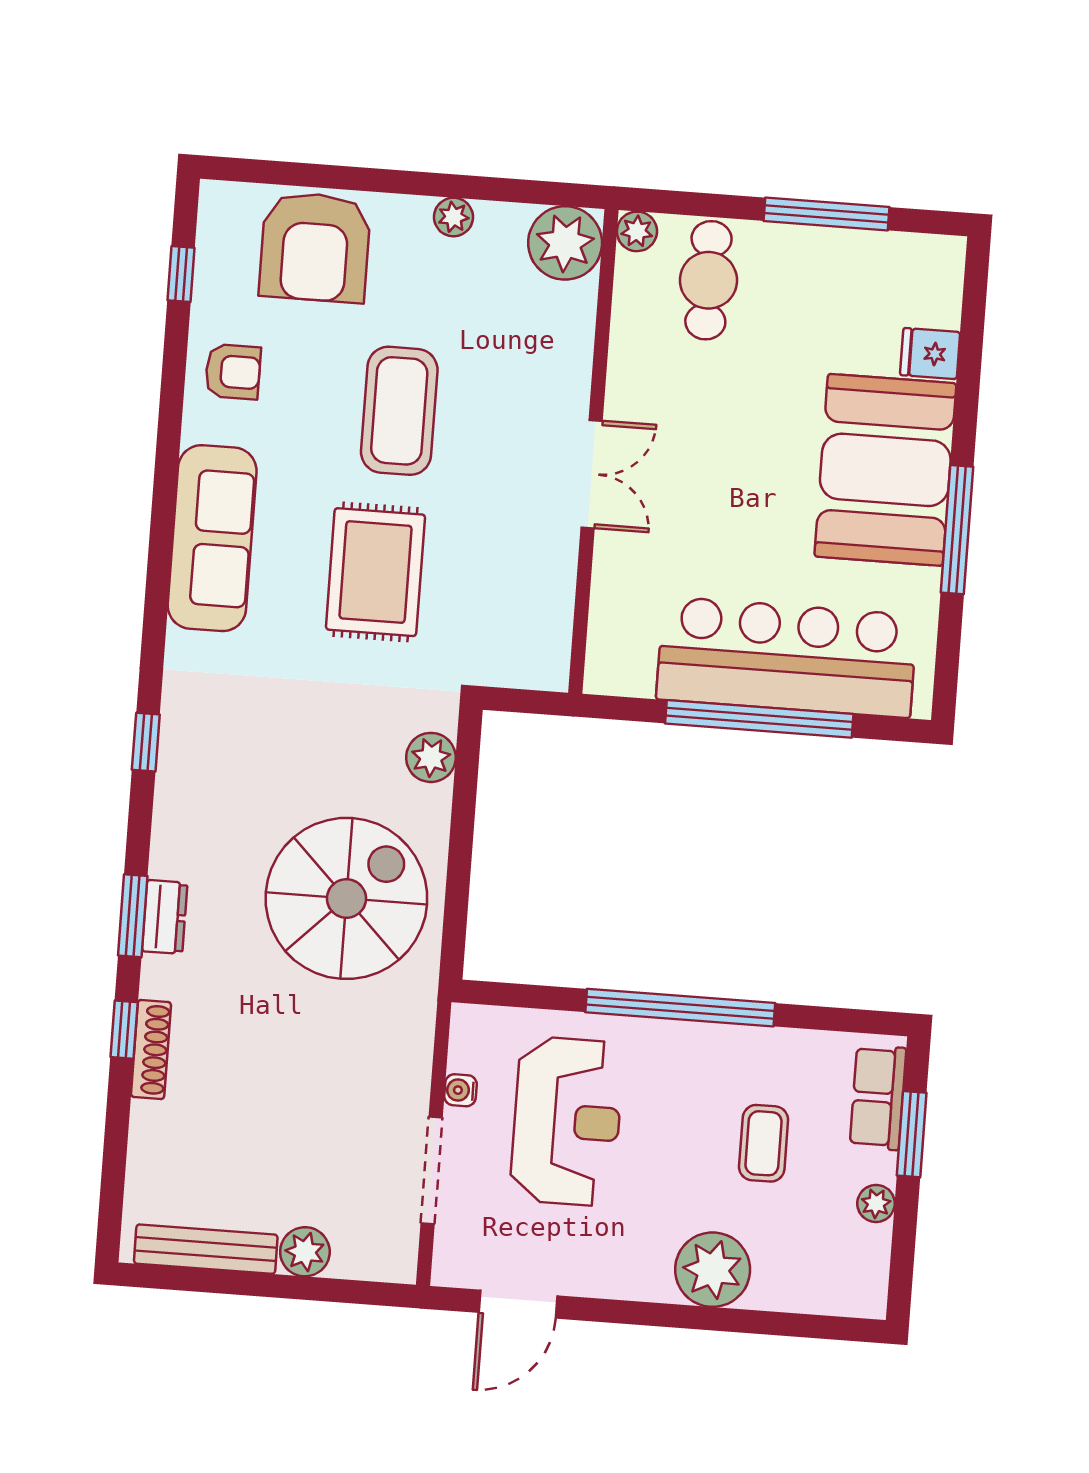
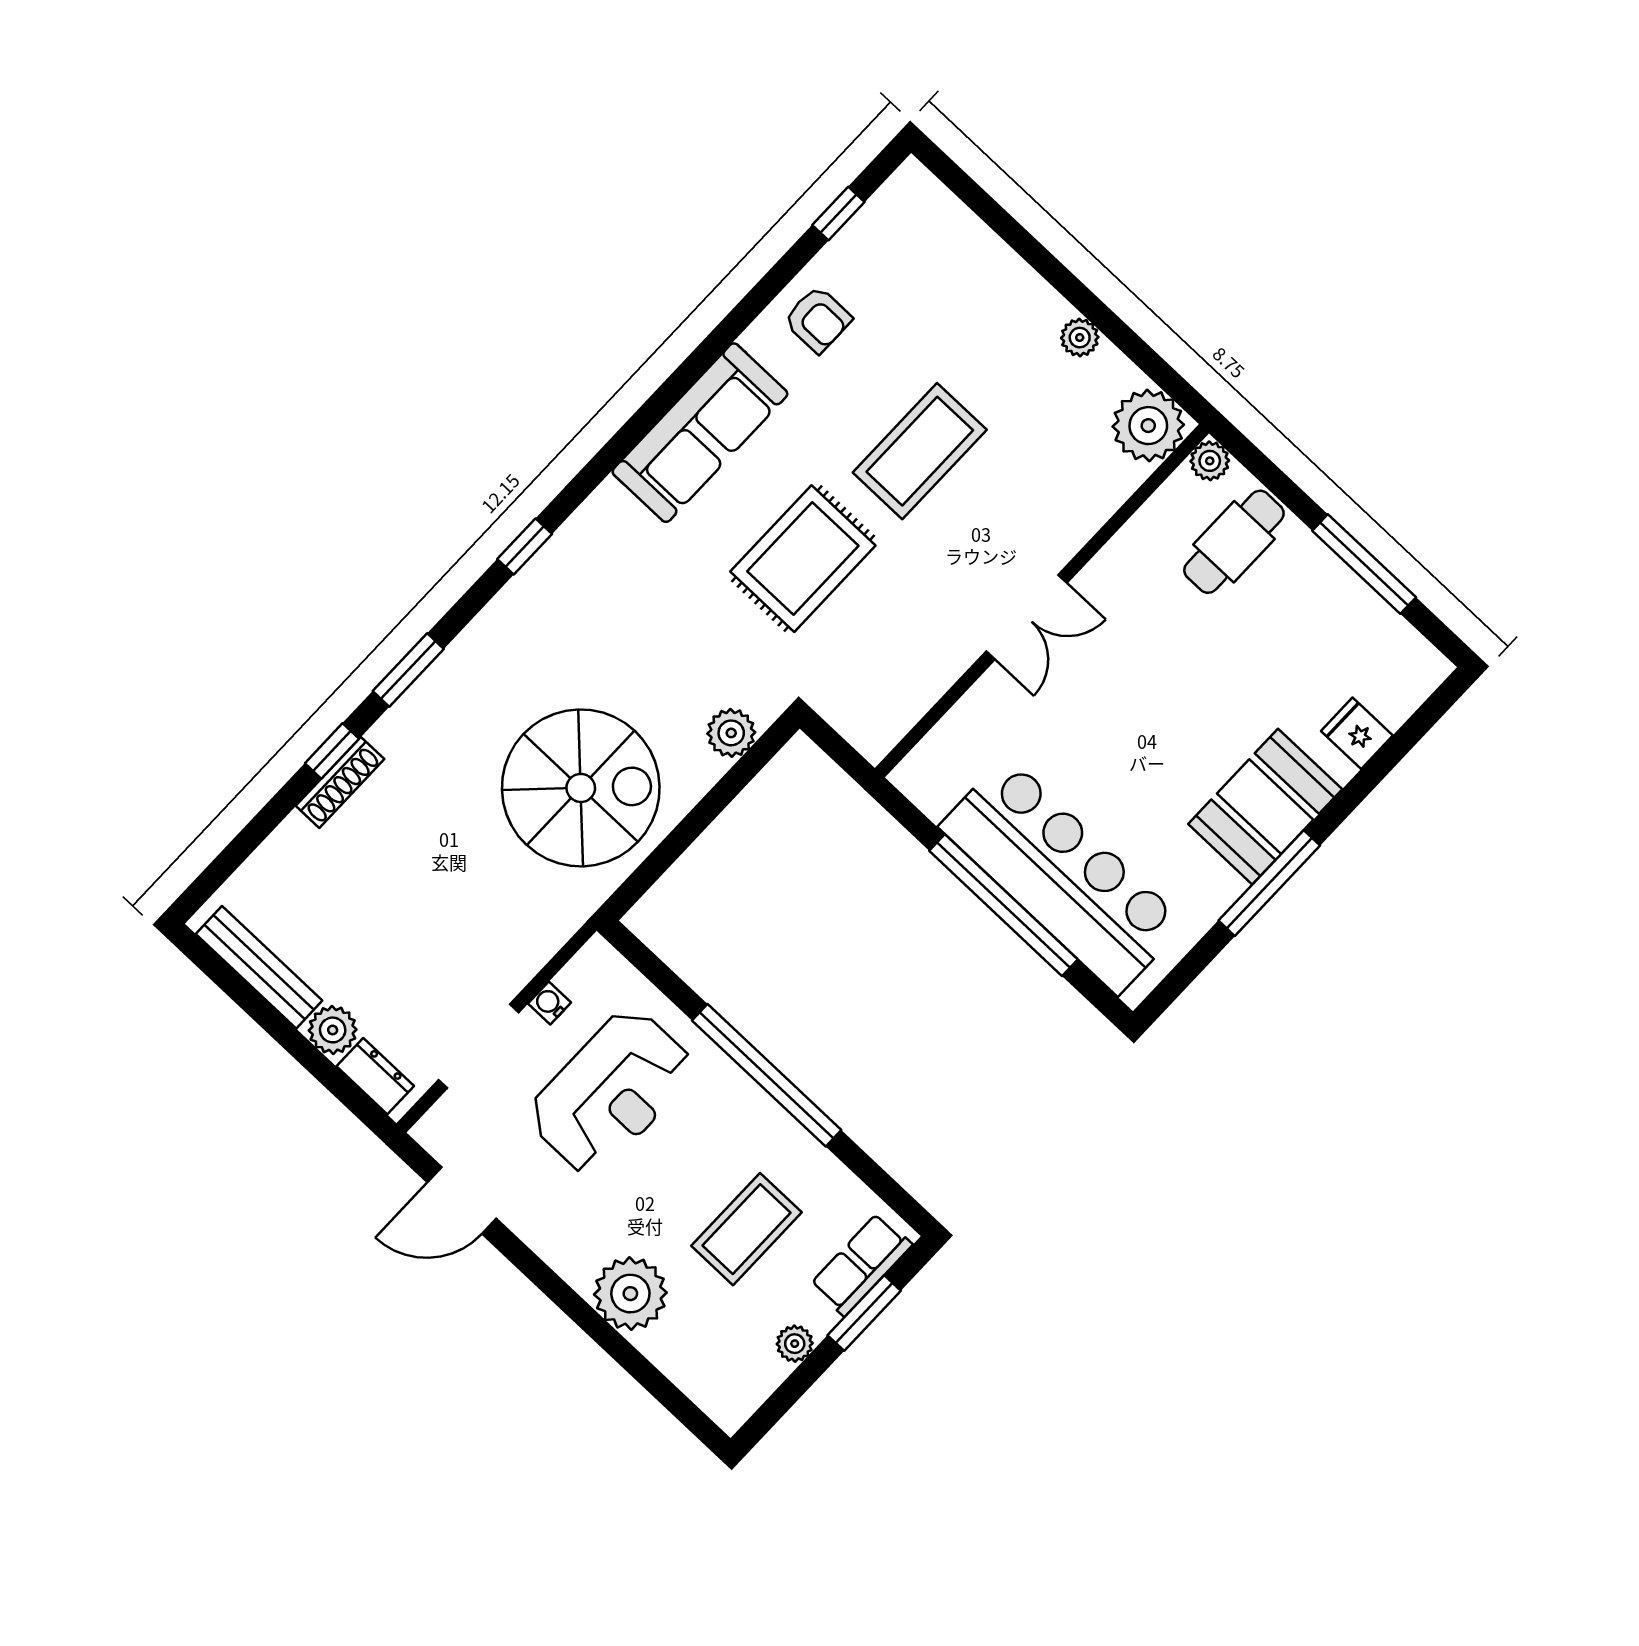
armchair: (315, 247) -> (956, 275), removed
booth: (885, 470) -> (1265, 807), width x0.73, depth x0.70
dresser: (165, 917) -> (375, 1076), moved, turned -90
coffee table: (764, 1143) -> (746, 1229), width x1.36, depth x1.30

